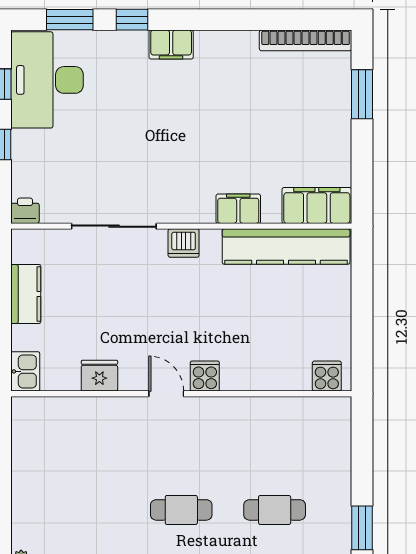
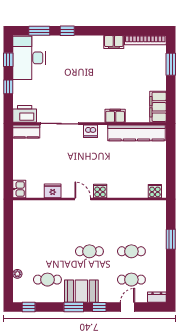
filing cabinet: (171, 45) -> (114, 42), moved
filing cabinet: (317, 205) -> (158, 107), moved, turned -90
printer: (25, 211) -> (25, 114), width x1.87, depth x1.48
kitchen counter: (26, 294) -> (26, 131), moved, turned 90
window: (362, 528) -> (171, 239), moved

